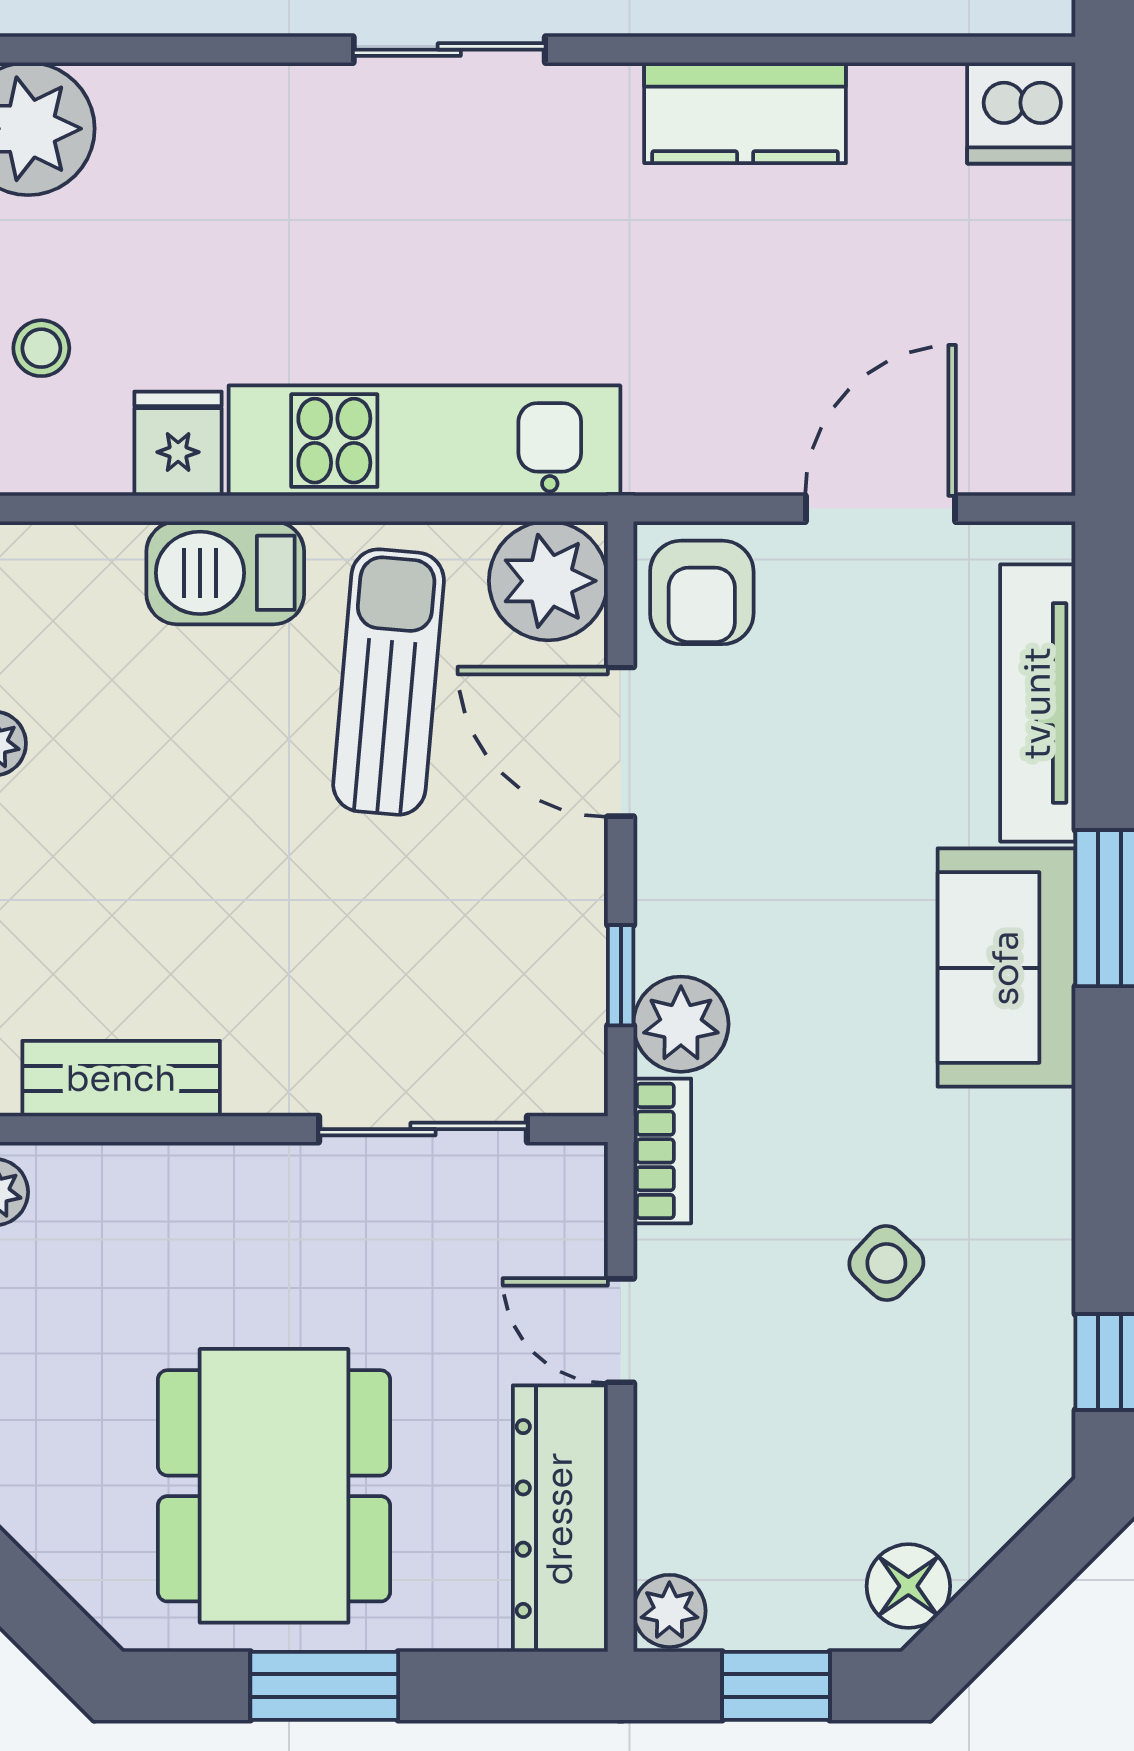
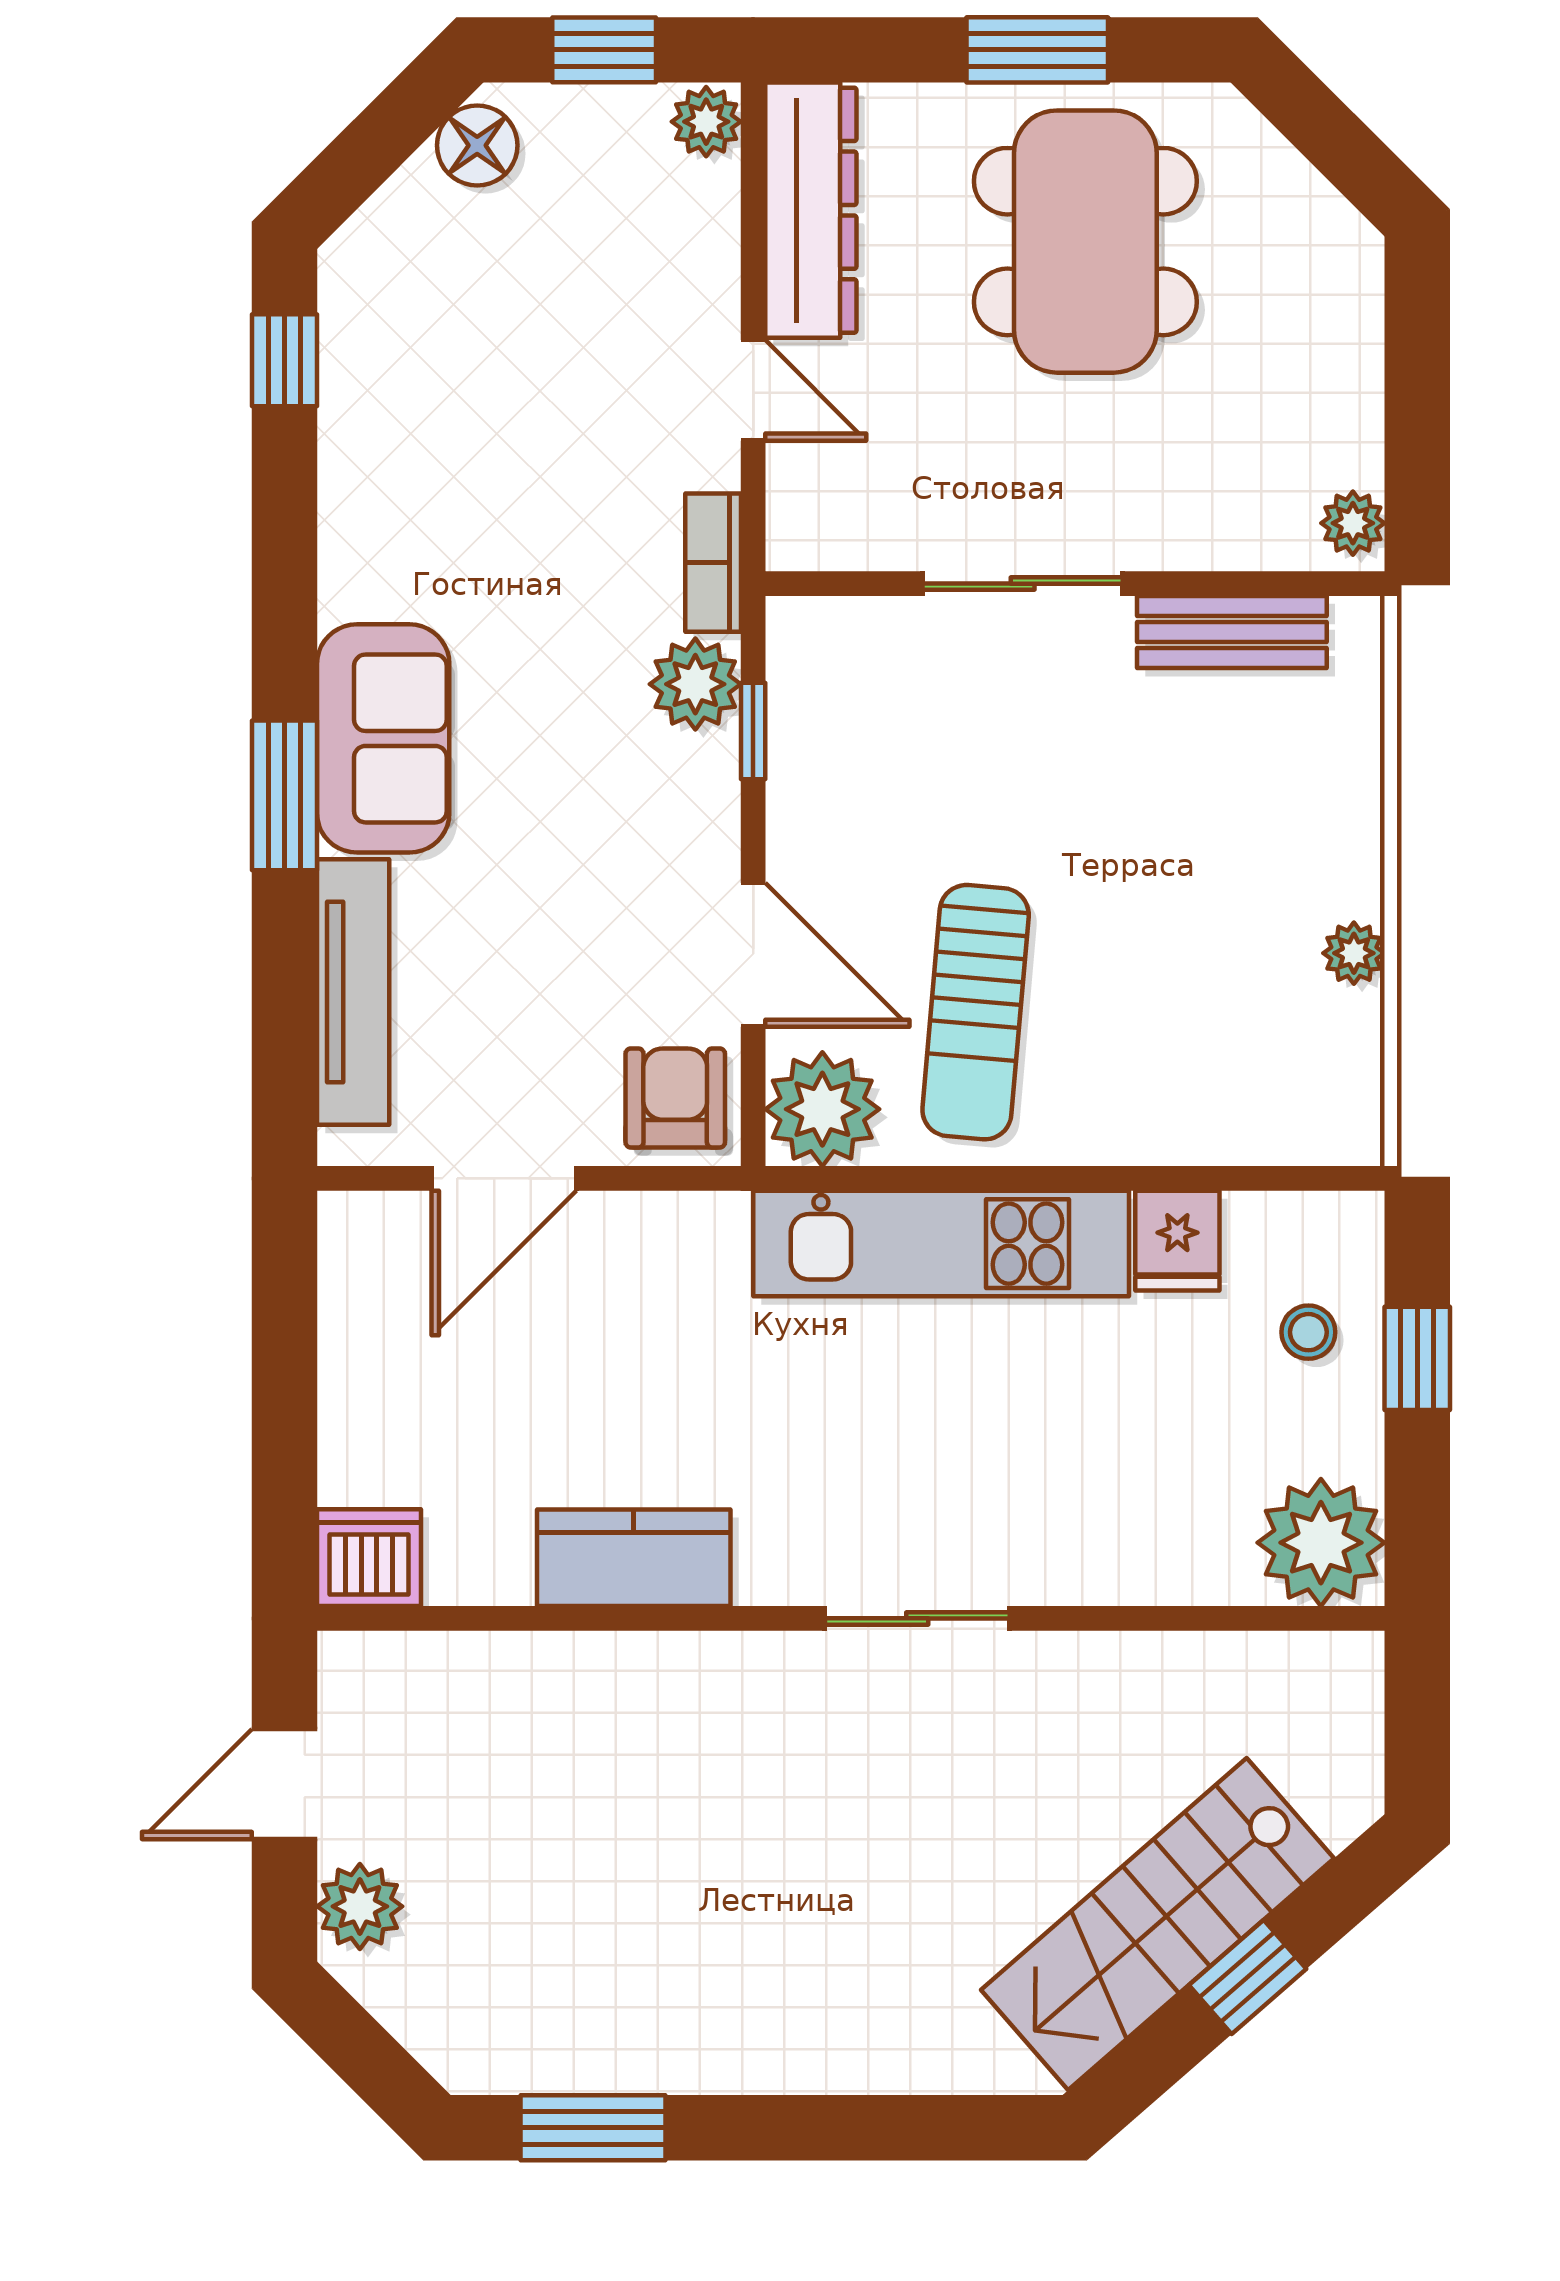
barbecue: (225, 573) -> (1132, 1117), removed
sliding door: (423, 1129) -> (1023, 584), moved
side table: (886, 1263) -> (498, 455), removed

